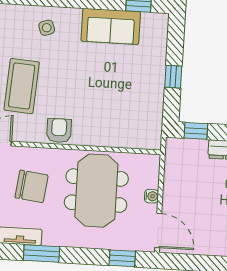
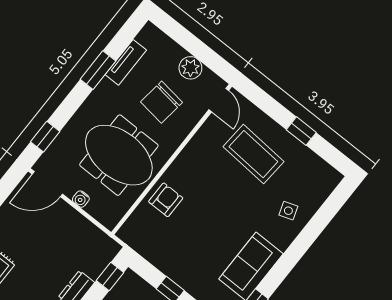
armchair: (59, 130) -> (166, 200), moved, turned -90

